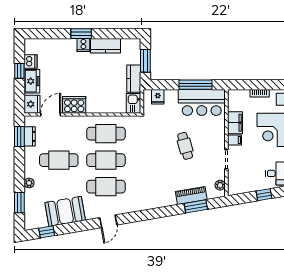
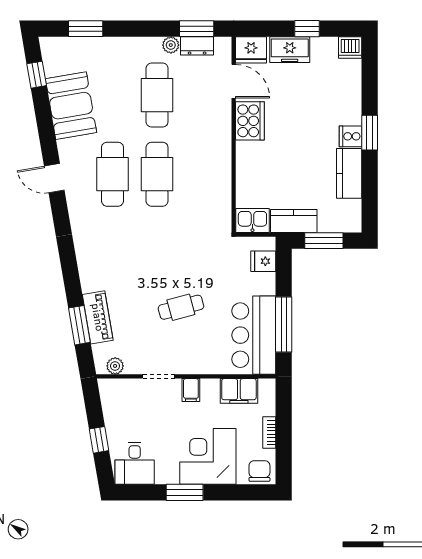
dishwasher: (30, 61) -> (350, 47), moved
filing cabinet: (235, 123) -> (239, 391), moved
cafe table: (106, 134) -> (202, 174), removed
plant: (29, 183) -> (171, 45), moved

